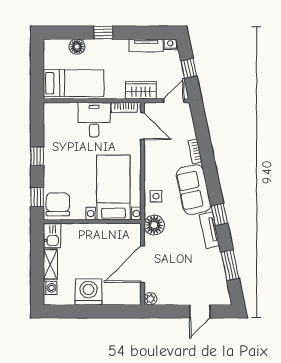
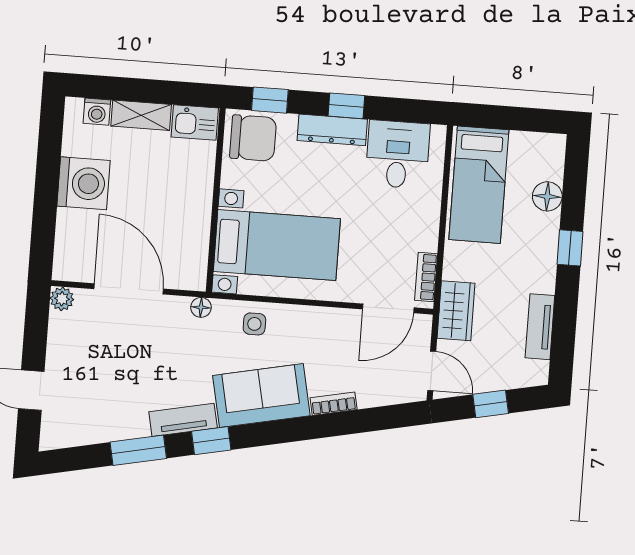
nightstand: (170, 44) -> (539, 372), removed
desk: (94, 120) -> (398, 154), moved, turned -90
dresser: (50, 163) -> (332, 130), added
floor lamp: (154, 225) -> (201, 307), width x0.53, depth x0.53
window: (230, 265) -> (138, 450), moved

